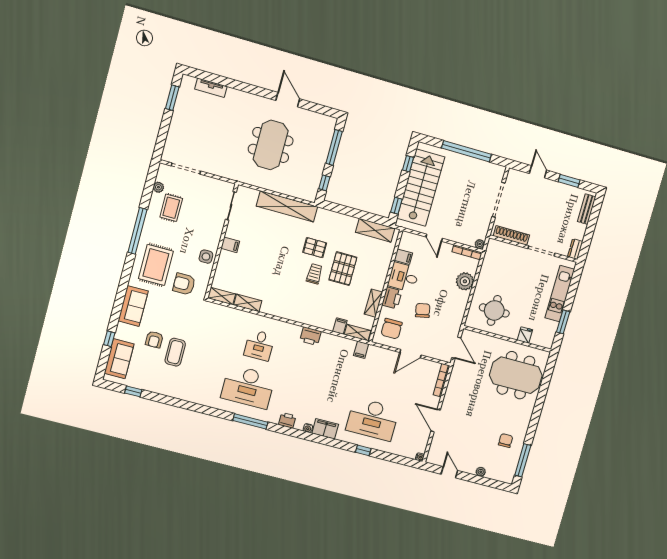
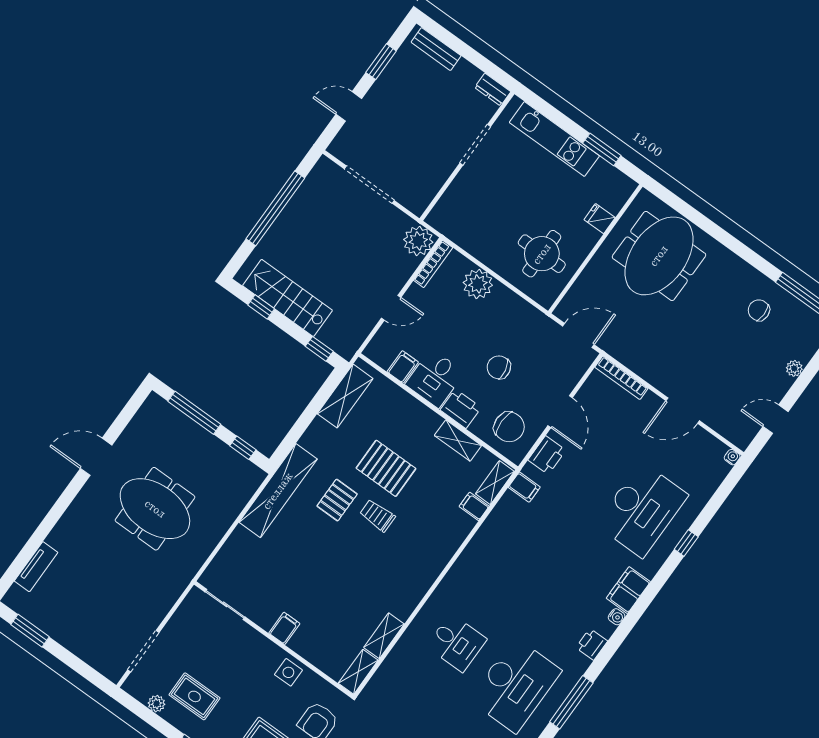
stairs: (421, 188) -> (288, 298), width x0.73, depth x0.66
shelving: (287, 206) -> (278, 491), moved
shoe rack: (511, 235) -> (433, 184), removed
plant: (480, 244) -> (418, 241), width x1.87, depth x1.87
printer: (311, 336) -> (547, 455), moved

